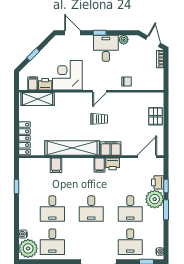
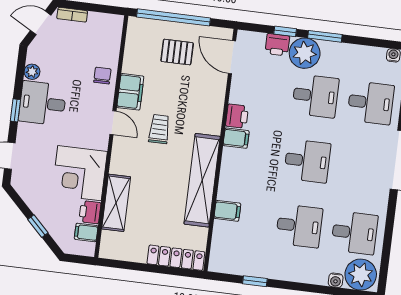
shelving: (38, 99) -> (116, 203), moved
pallet: (155, 116) -> (177, 52), moved
window: (166, 119) -> (174, 17), added
filing cabinet: (111, 149) -> (130, 92), moved, turned 180

